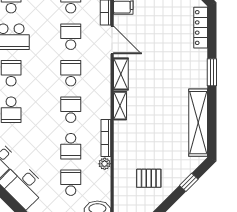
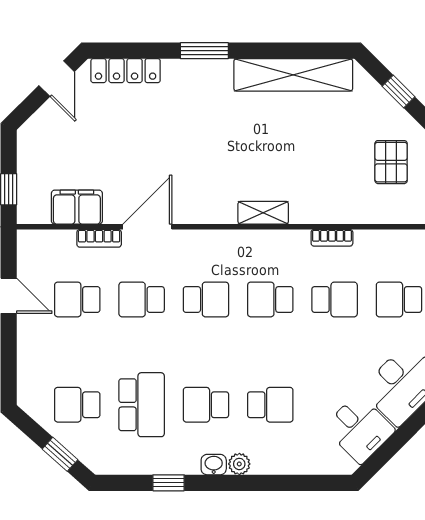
school desk: (71, 73) -> (206, 299), turned 180
shelving: (121, 74) -> (207, 211), removed
bookcase: (106, 138) -> (332, 238), width x0.64
plant: (105, 164) -> (365, 240), removed

